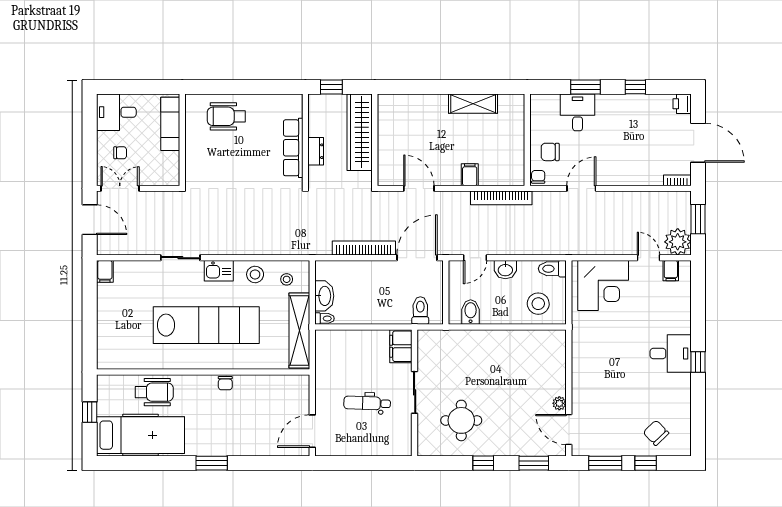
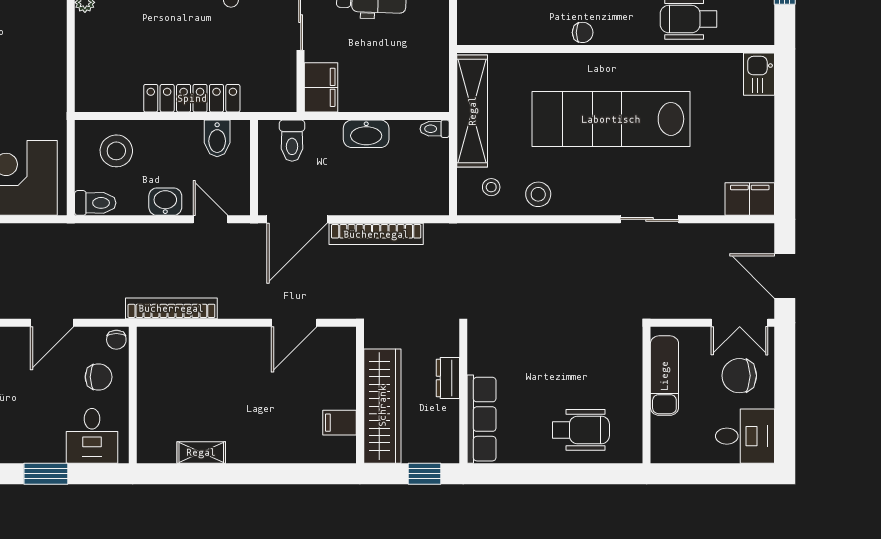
shelving: (473, 104) -> (201, 452), width x0.67, depth x0.75
desk: (578, 112) -> (92, 436), moved
exam couch: (170, 124) -> (664, 376), moved
row of seats: (293, 148) -> (481, 419), moved
chair: (120, 153) -> (739, 376), width x1.87, depth x1.87
filing cabinet: (470, 175) -> (340, 423), moved, turned 90
door: (419, 188) -> (294, 323), hinge flipped
door: (475, 258) -> (211, 219), hinge flipped
filing cabinet: (105, 271) -> (750, 199), width x2.00
kitchen sink: (219, 271) -> (759, 74), moved, turned -90
washbasin: (324, 296) -> (366, 134), moved, turned -90
locker: (488, 339) -> (192, 98), added
chair: (225, 383) -> (583, 32), turned 90

